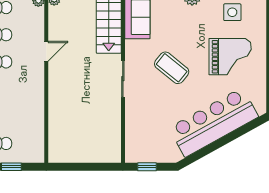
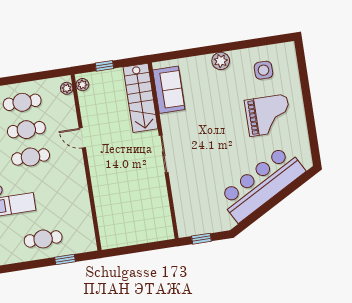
door: (46, 51) -> (82, 138), swing flipped
coffee table: (172, 68) -> (211, 135), removed

